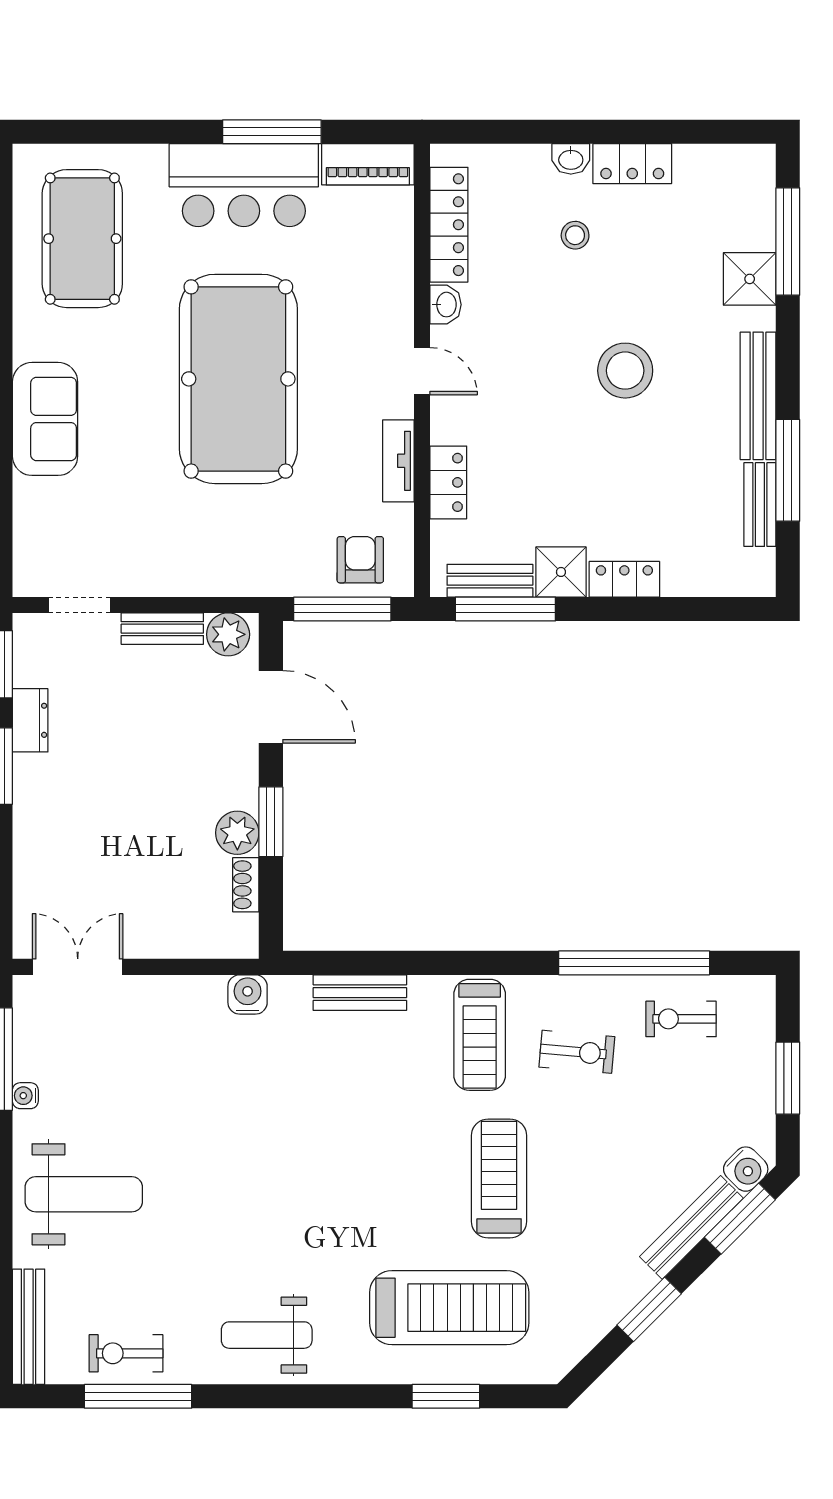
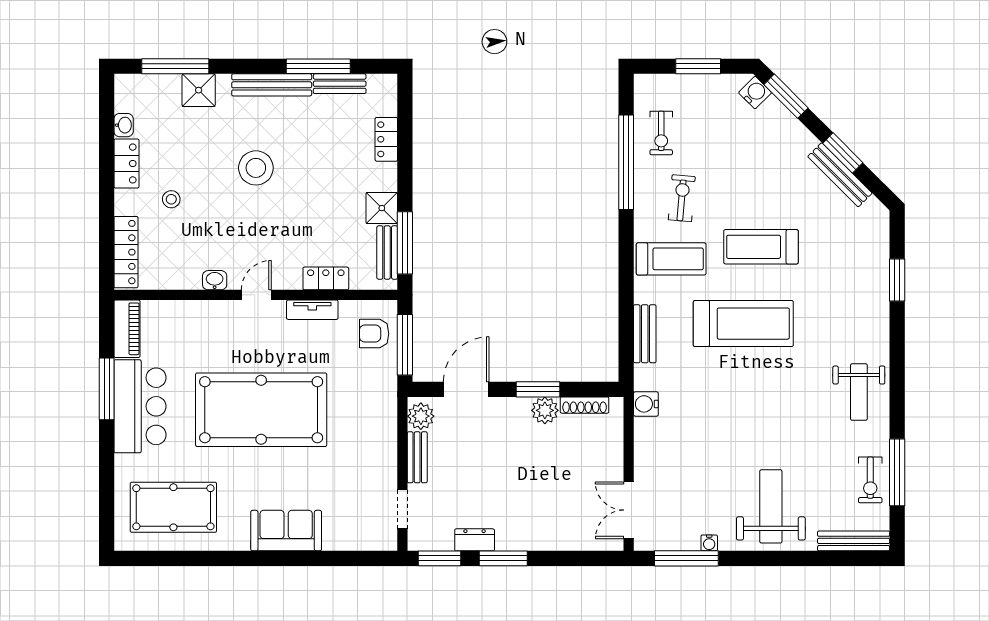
washbasin: (571, 159) -> (124, 125), moved
locker: (449, 225) -> (126, 252), moved, turned 90
locker: (624, 579) -> (386, 139), moved
shoe rack: (246, 885) -> (585, 405), width x1.43
bench: (691, 1227) -> (840, 175), moved
treadmill: (449, 1308) -> (743, 324), moved, turned 90

